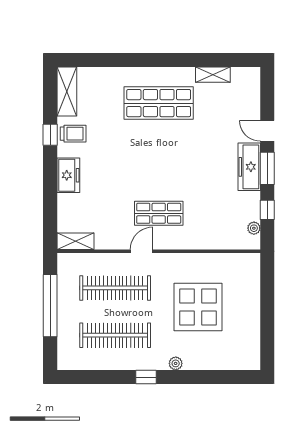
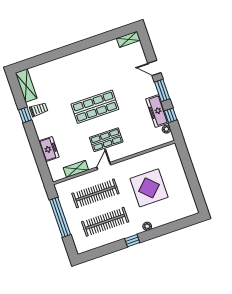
shelving: (213, 75) -> (128, 39), moved
shop shelf: (159, 103) -> (95, 107), moved
freezer: (249, 167) -> (157, 111), moved
freezer: (68, 175) -> (49, 149), moved
shelving: (75, 241) -> (76, 169), moved

